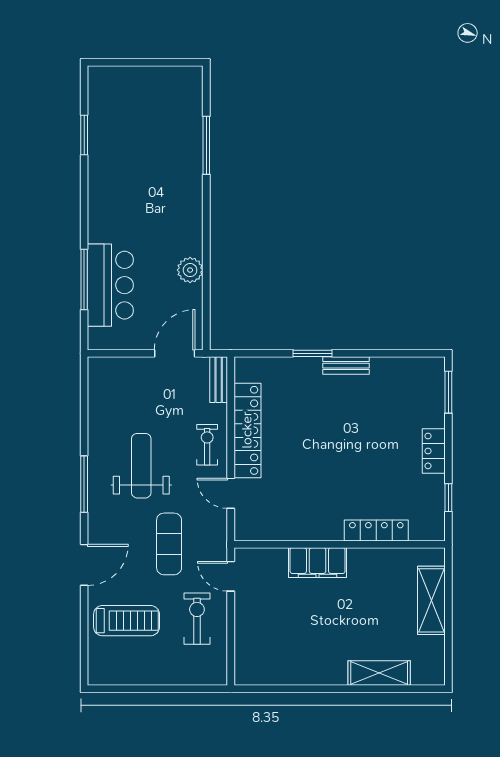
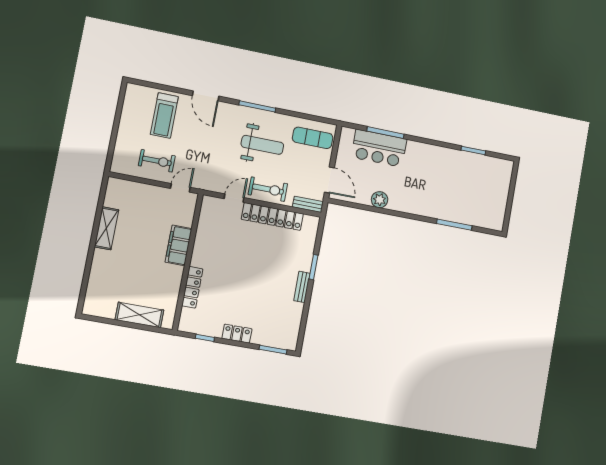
exercise bike: (207, 445) -> (268, 189), width x1.38, depth x1.39
exercise mat: (169, 544) -> (313, 138), moved
shelving: (379, 673) -> (106, 228), moved

